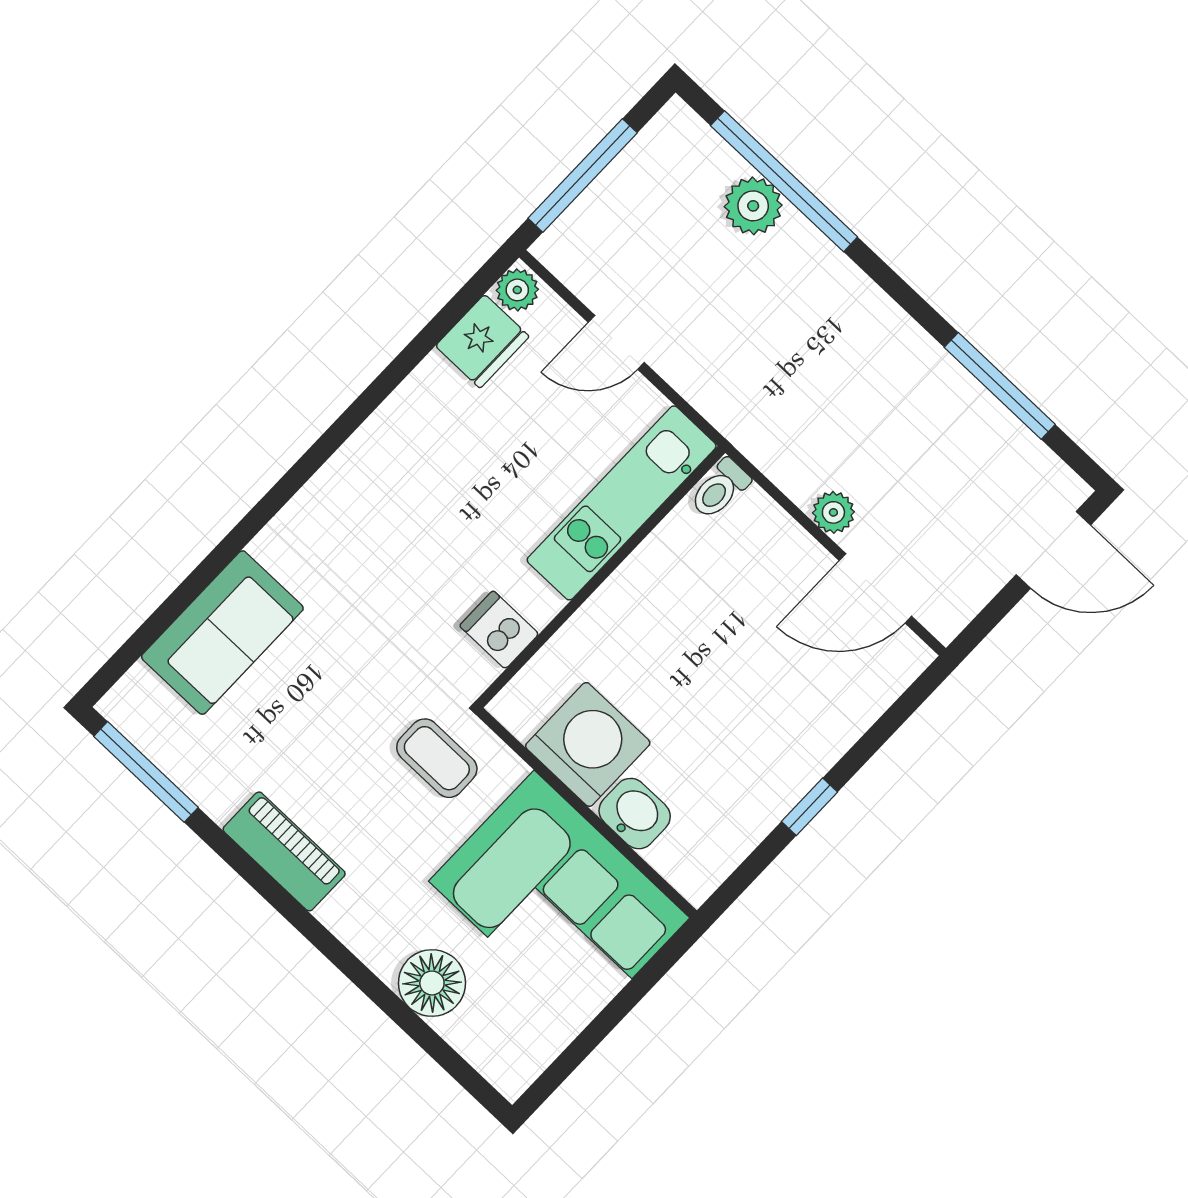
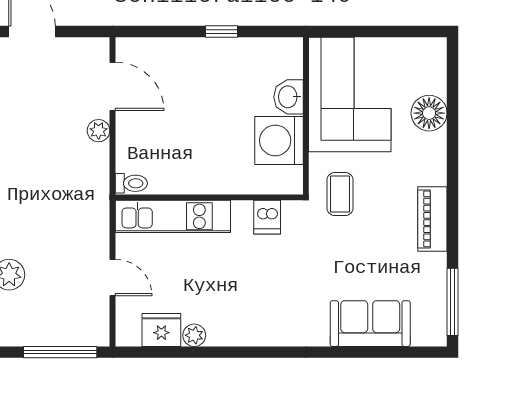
plant: (517, 290) -> (194, 335), moved

